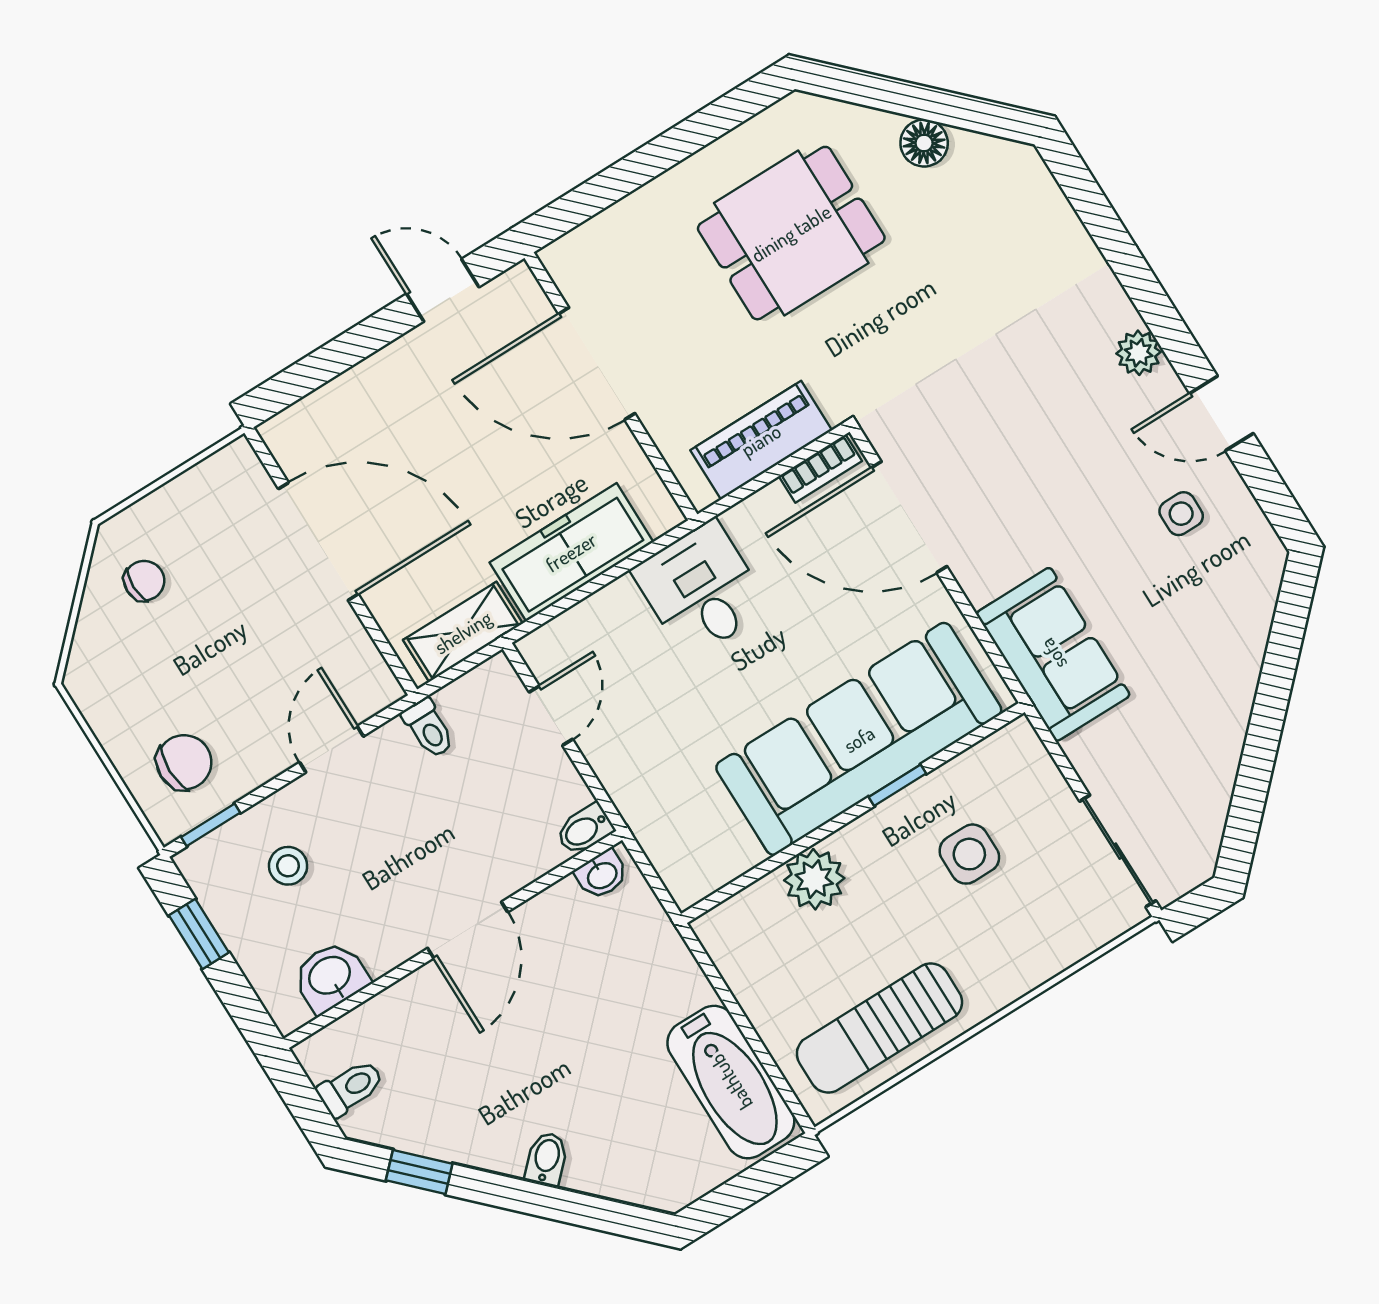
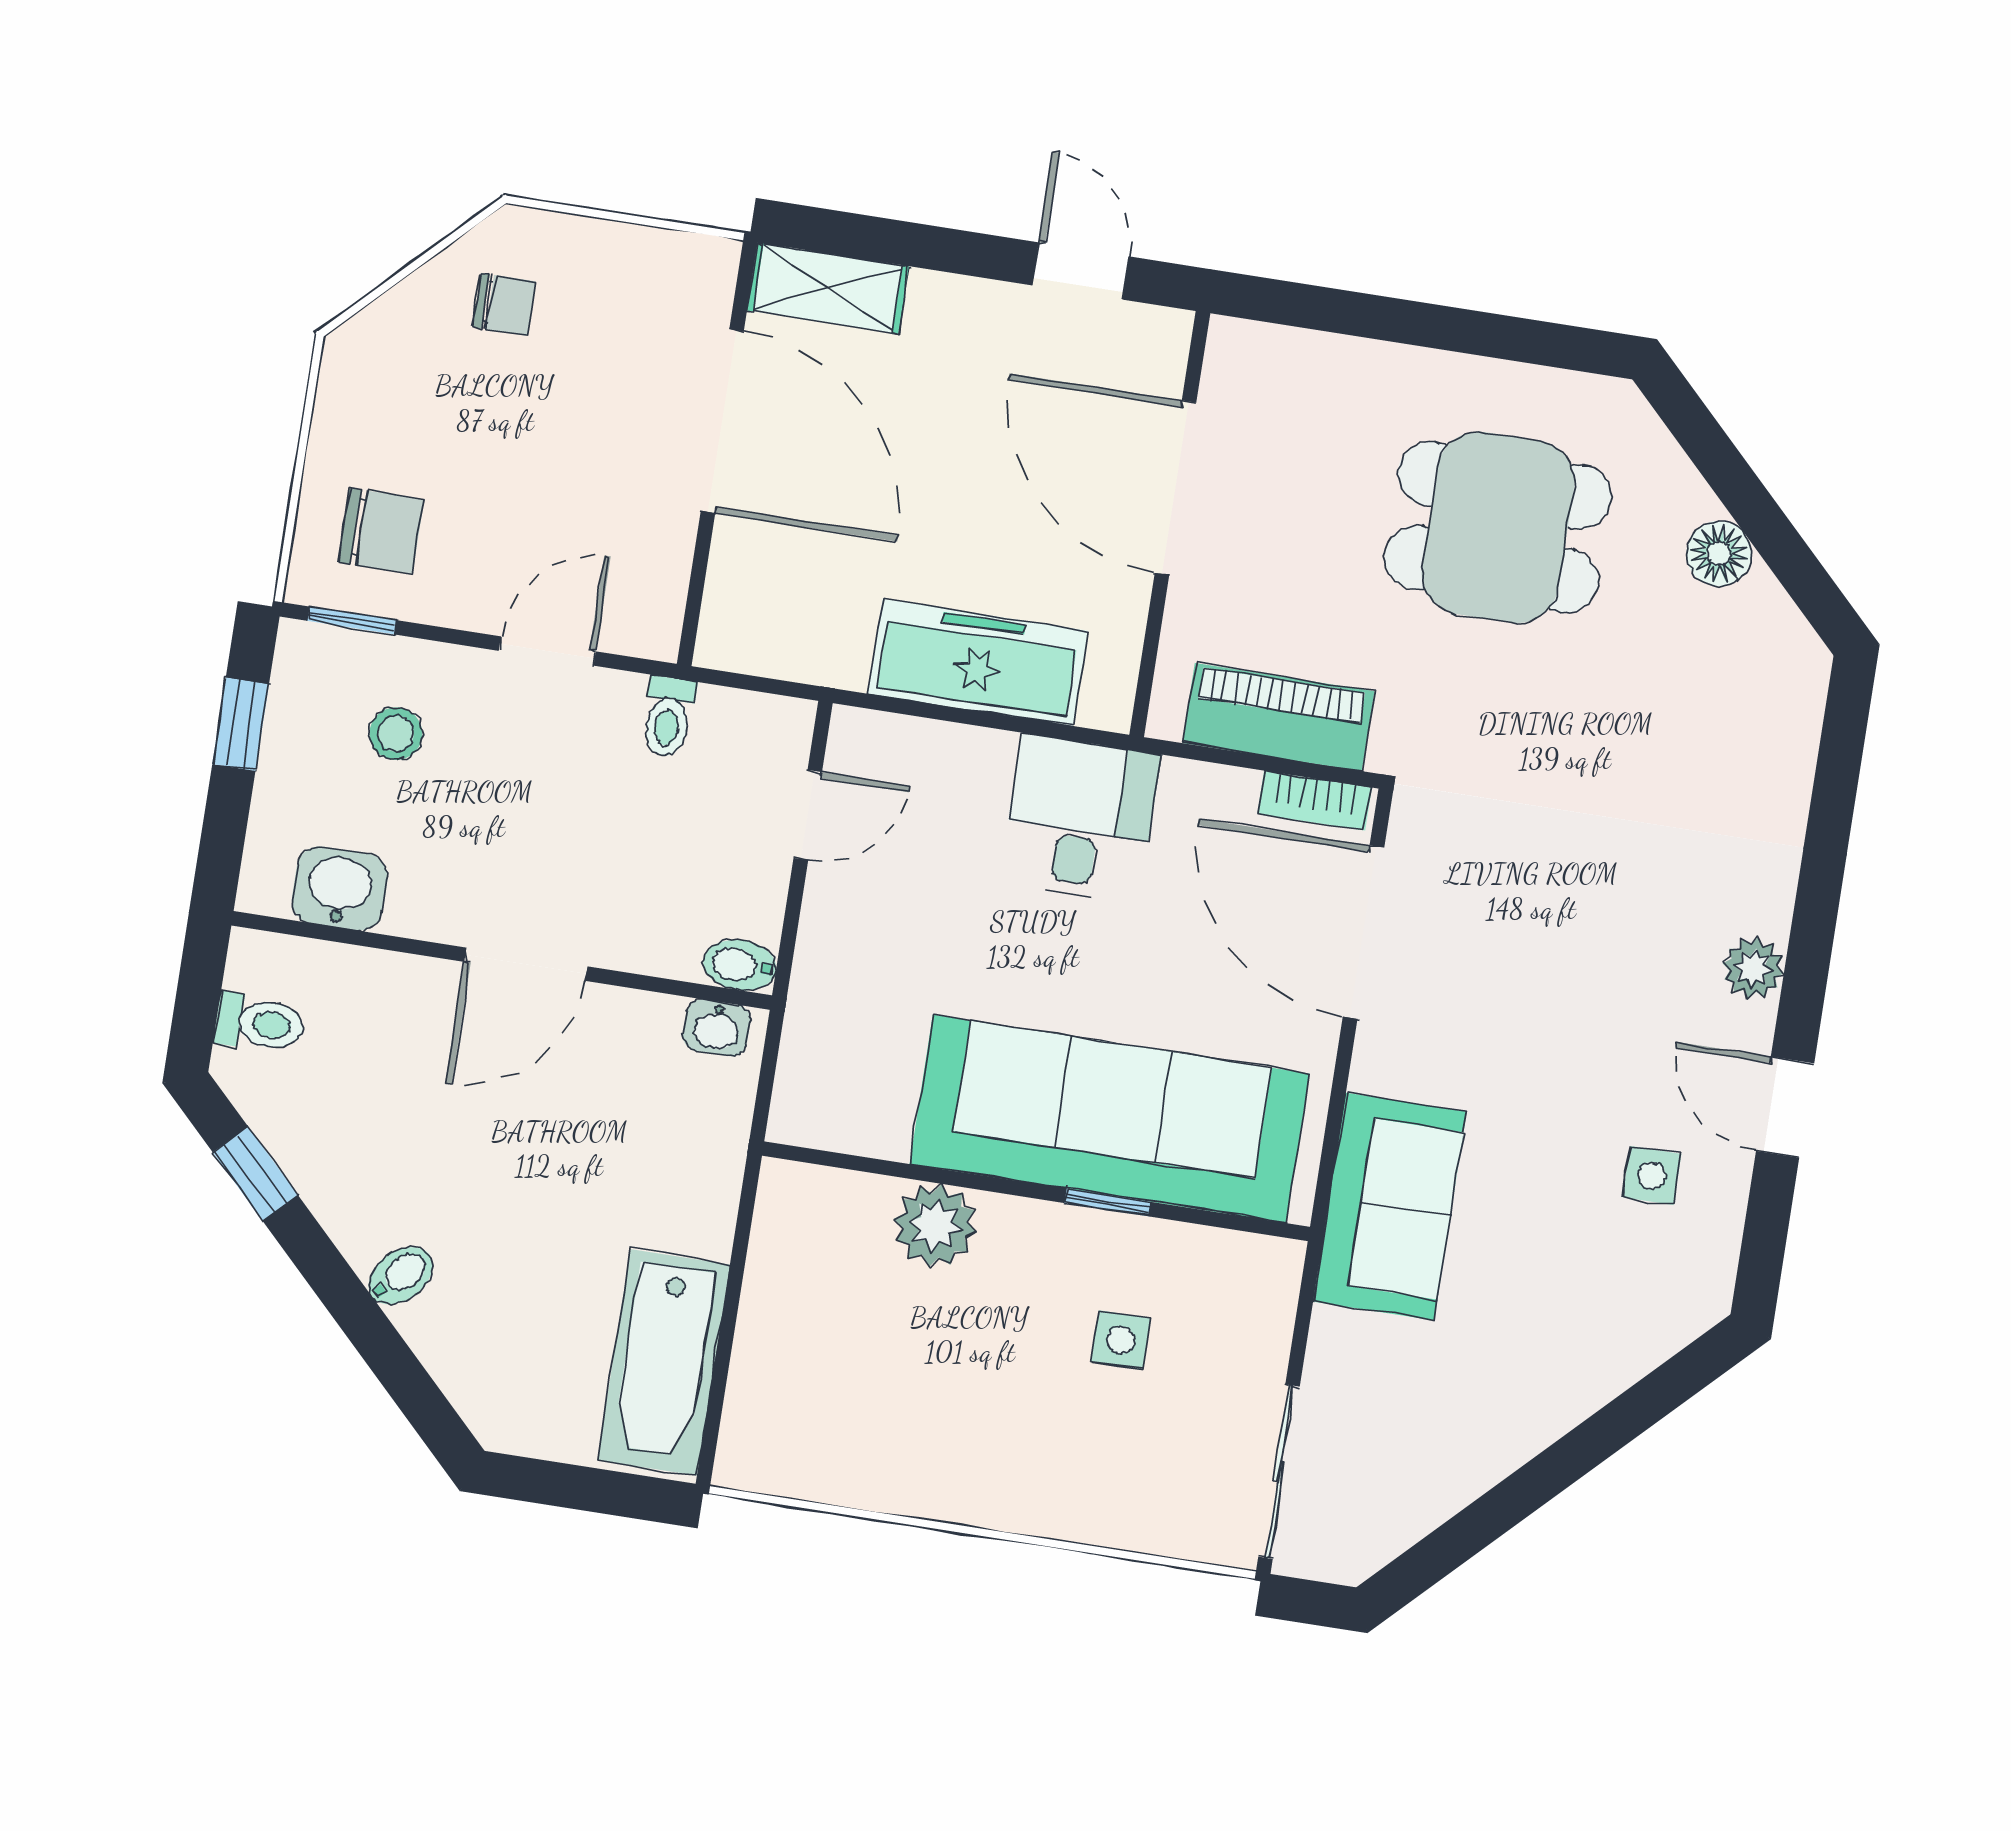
shelving: (463, 632) -> (828, 288), moved
side table: (969, 854) -> (1121, 1340), width x0.73, depth x0.73
sun lounger: (879, 1028) -> (869, 1441), removed

